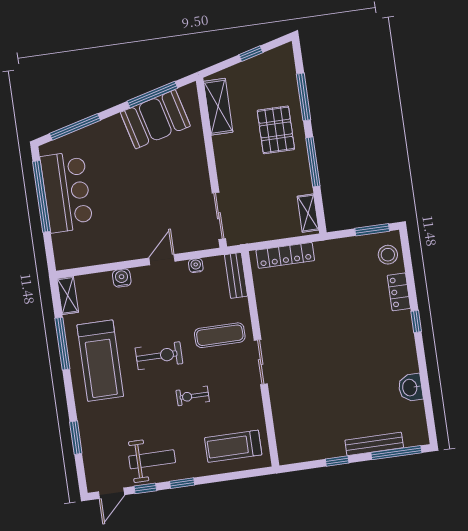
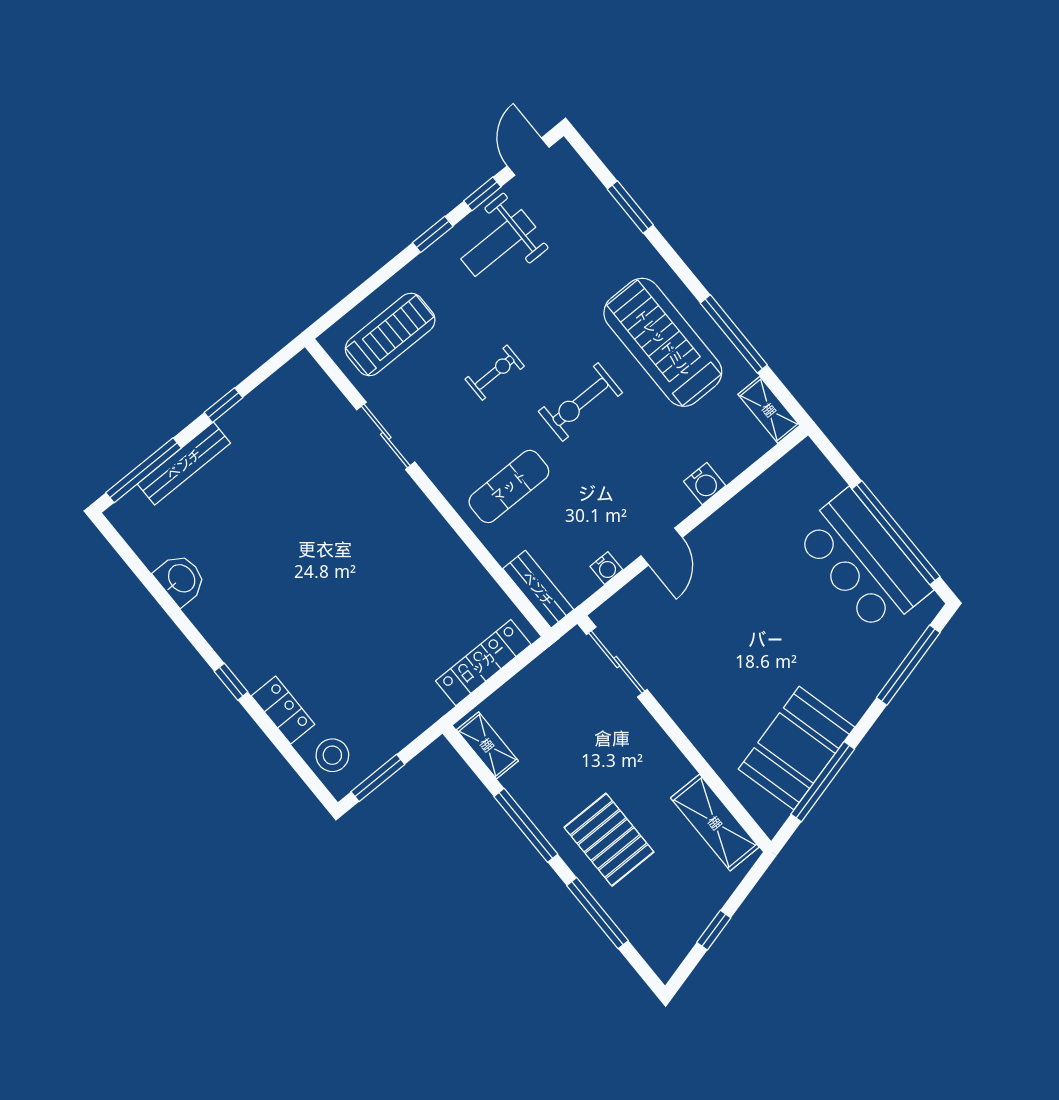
sliding door: (261, 362) -> (386, 436), moved

